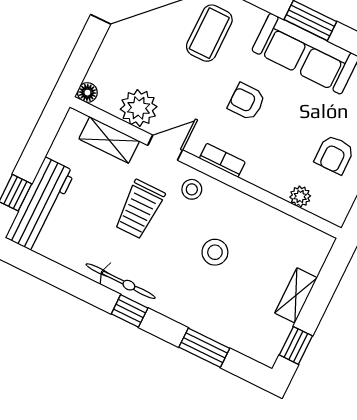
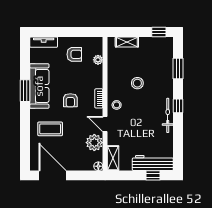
shelving: (109, 140) -> (113, 158), moved
trolley: (139, 209) -> (135, 122), removed
shelving: (296, 295) -> (127, 42), moved

